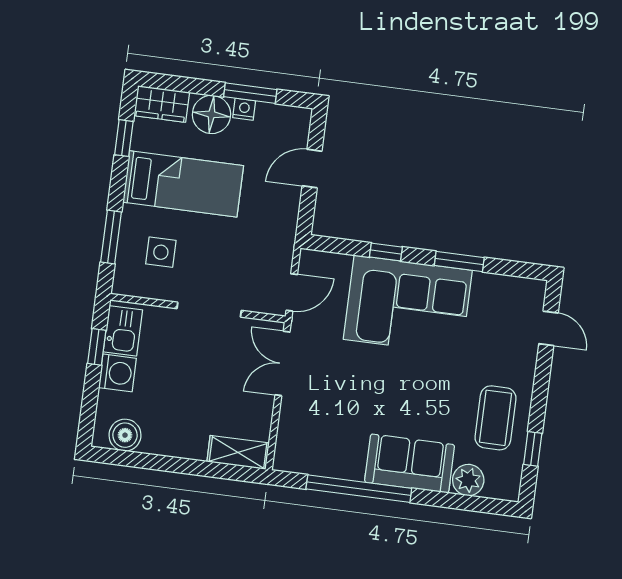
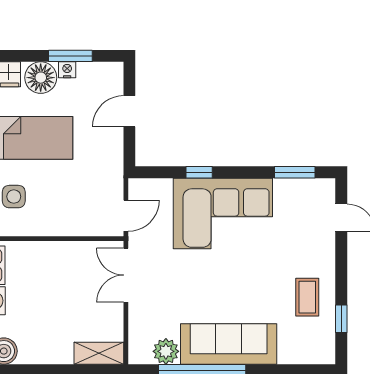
window: (459, 262) -> (295, 172), moved
doorway: (209, 310) -> (60, 239), removed
coffee table: (495, 418) -> (307, 297), width x0.73, depth x0.77
sofa: (410, 464) -> (229, 344), width x1.36
plant: (468, 480) -> (166, 351), moved

